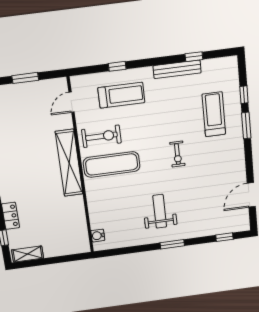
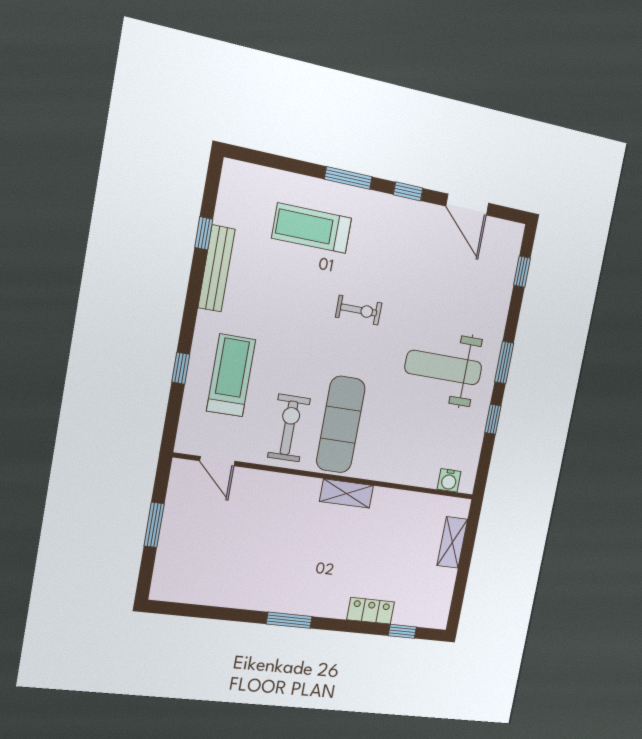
window: (244, 95) -> (408, 191), moved
shelving: (69, 163) -> (347, 493), width x0.45, depth x0.75
weight bench: (160, 211) -> (443, 367), width x1.36, depth x1.33
window: (139, 249) -> (493, 419), added
shelving: (28, 254) -> (452, 542), moved

